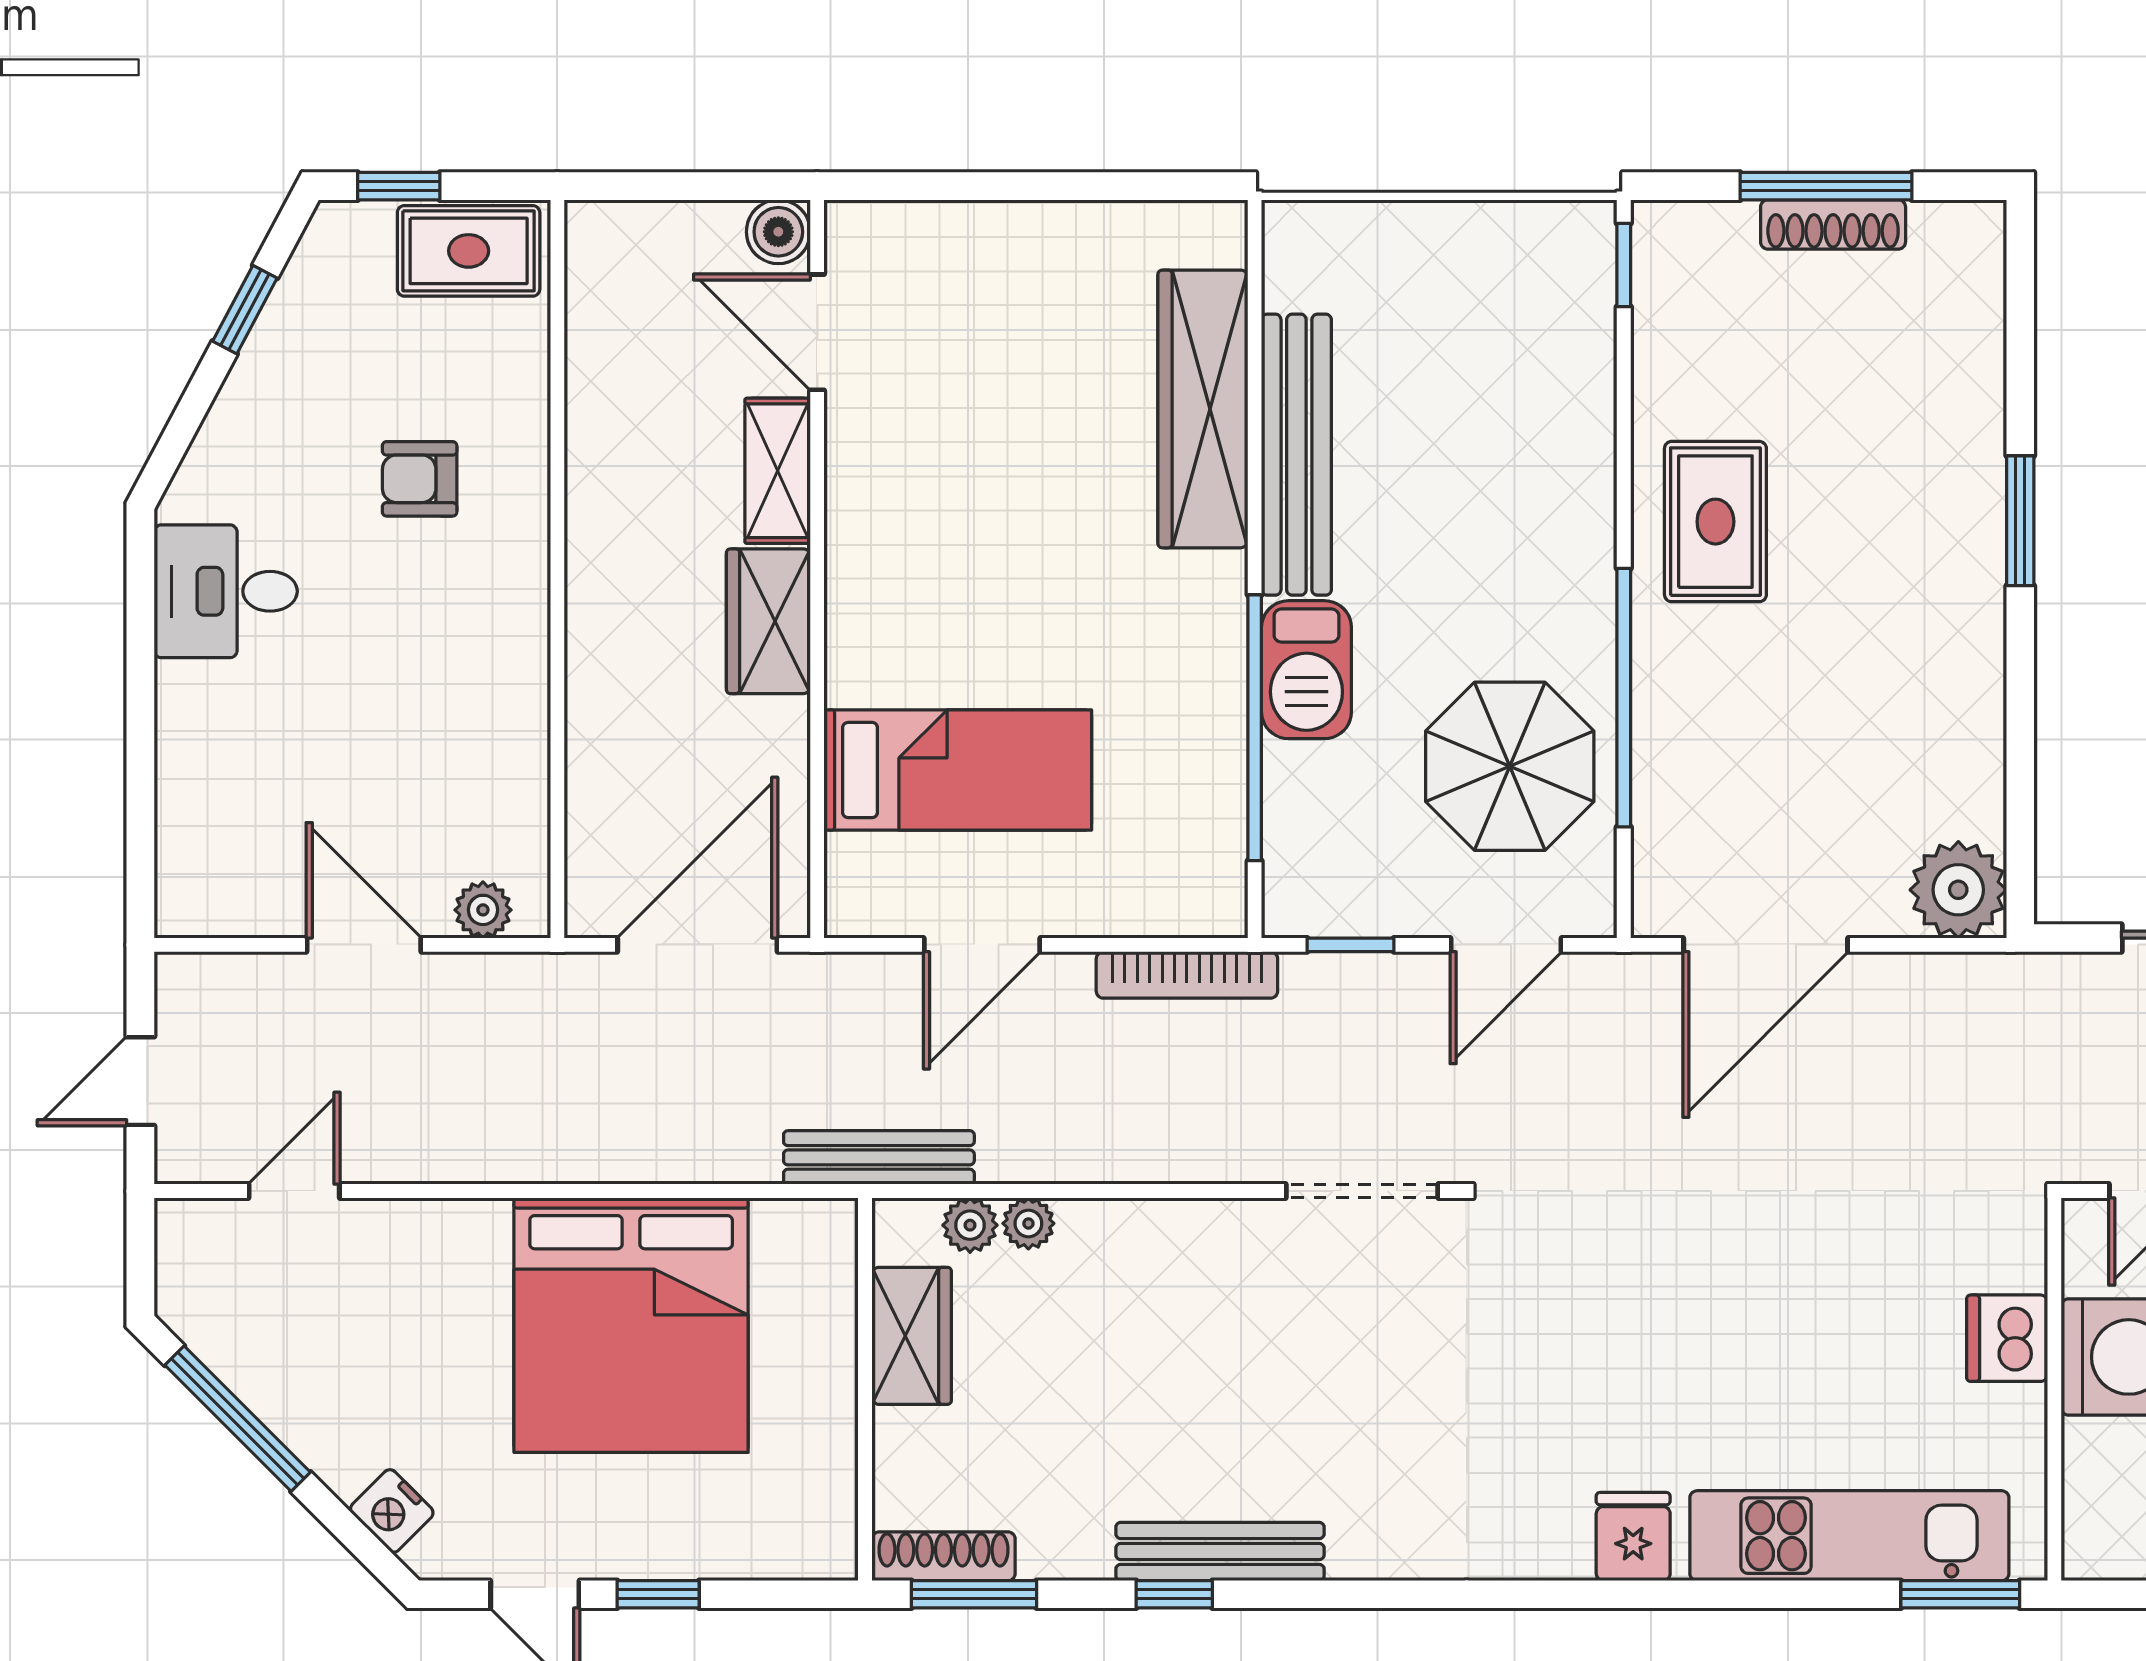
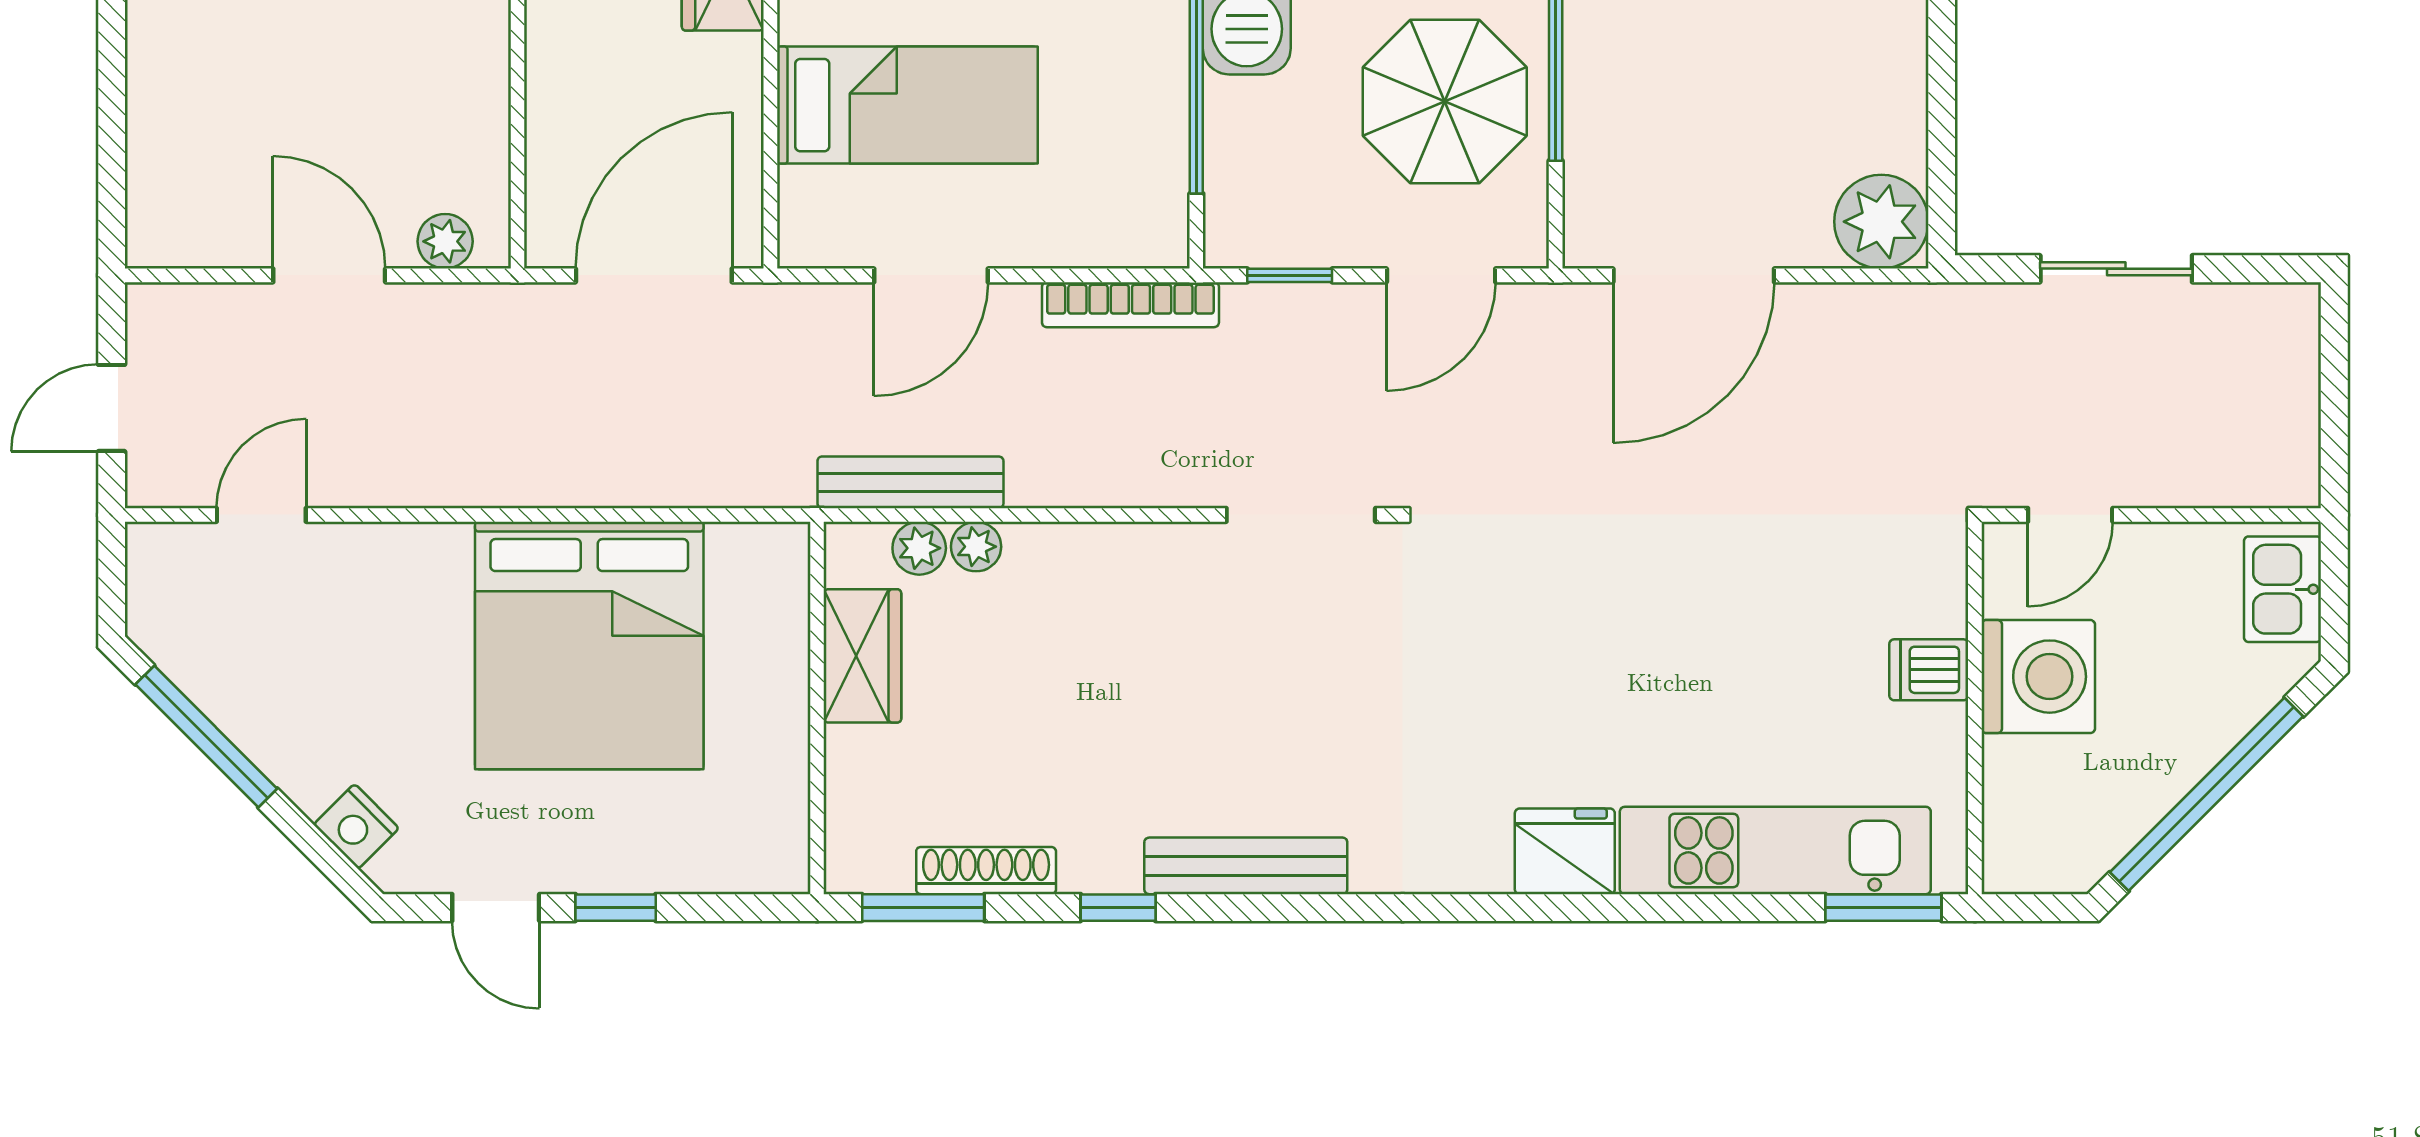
bench: (879, 1157) -> (910, 482), moved
dishwasher: (2007, 1338) -> (1929, 670), width x0.73
fridge: (1633, 1537) -> (1565, 851), width x1.38
bench: (1220, 1551) -> (1246, 866), moved
shoe rack: (943, 1556) -> (986, 871), moved

